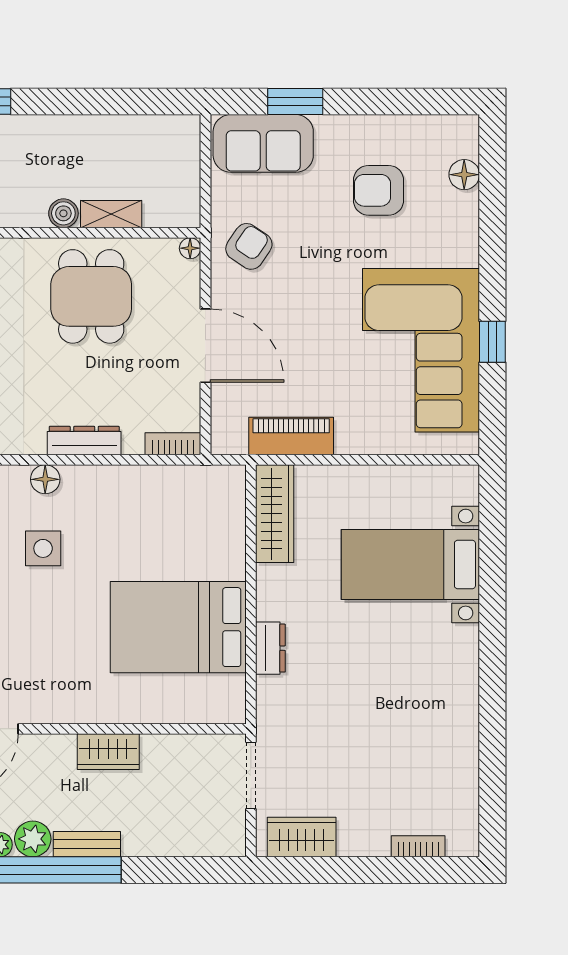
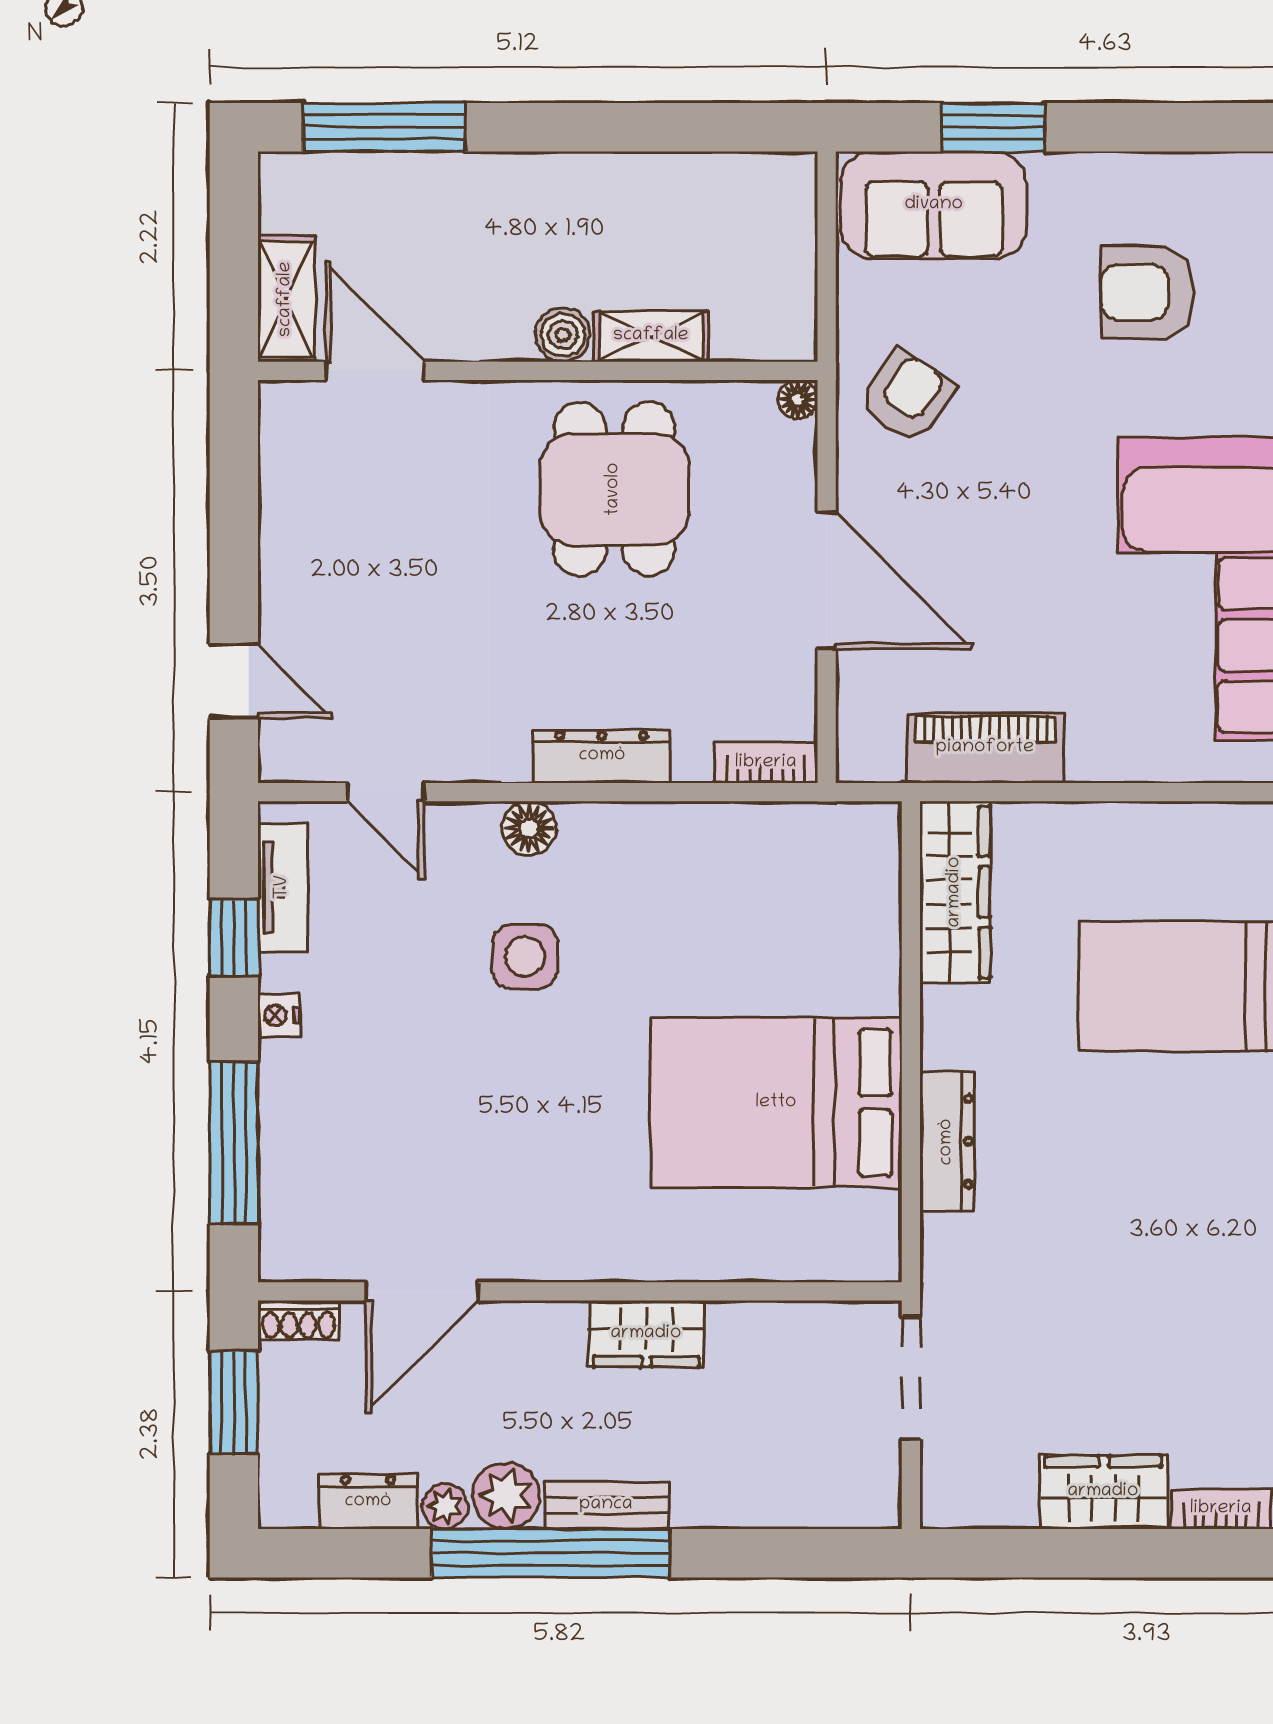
dresser: (270, 648) -> (947, 1142), width x1.44
wardrobe: (302, 837) -> (1103, 1492), moved

